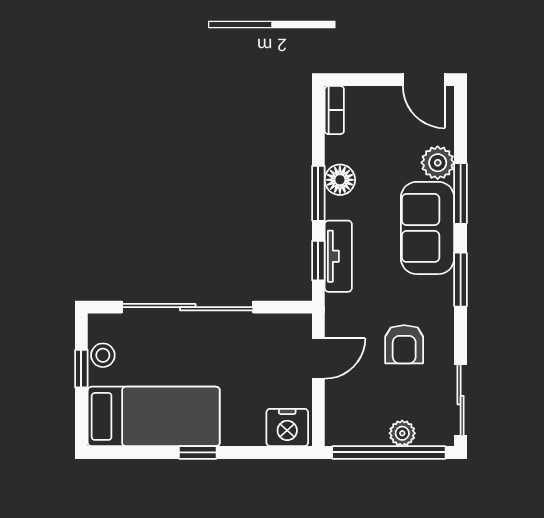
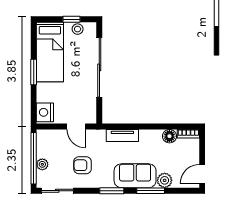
floor lamp: (340, 180) -> (169, 136), moved
window: (318, 193) -> (151, 126), removed
window: (318, 261) -> (120, 126), removed
window: (198, 452) -> (34, 72), width x1.50

